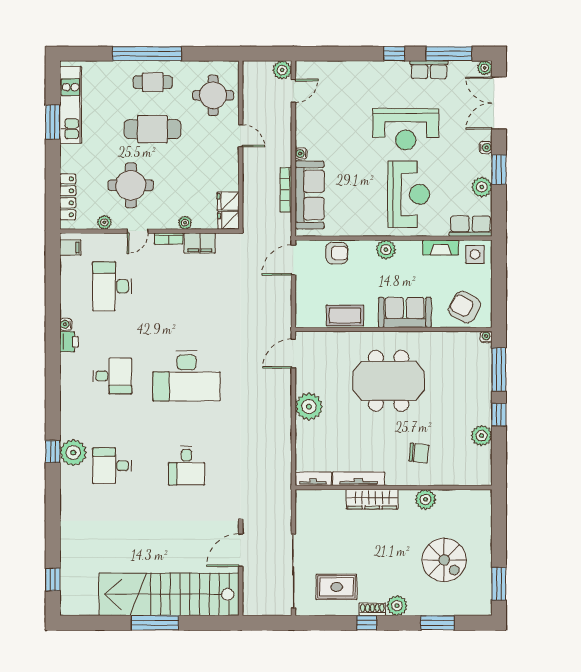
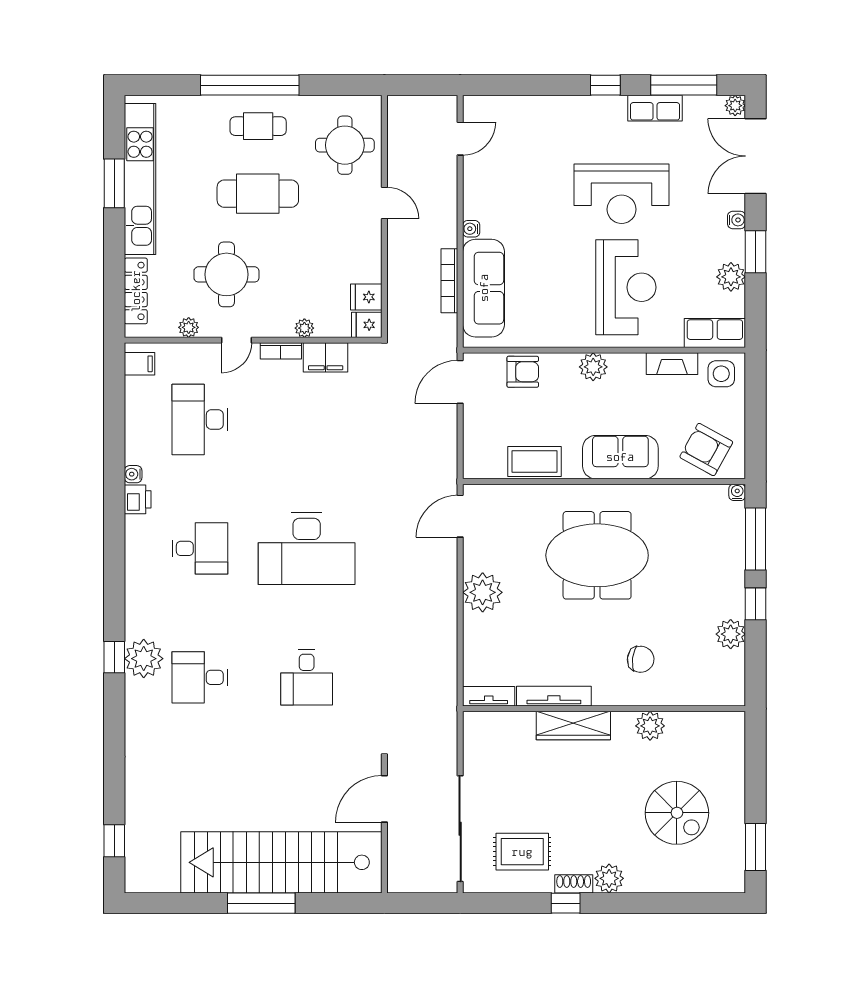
plant: (282, 70) -> (444, 109), removed
kitchen unit: (71, 105) -> (140, 179), width x1.36
window: (437, 623) -> (667, 903), removed

